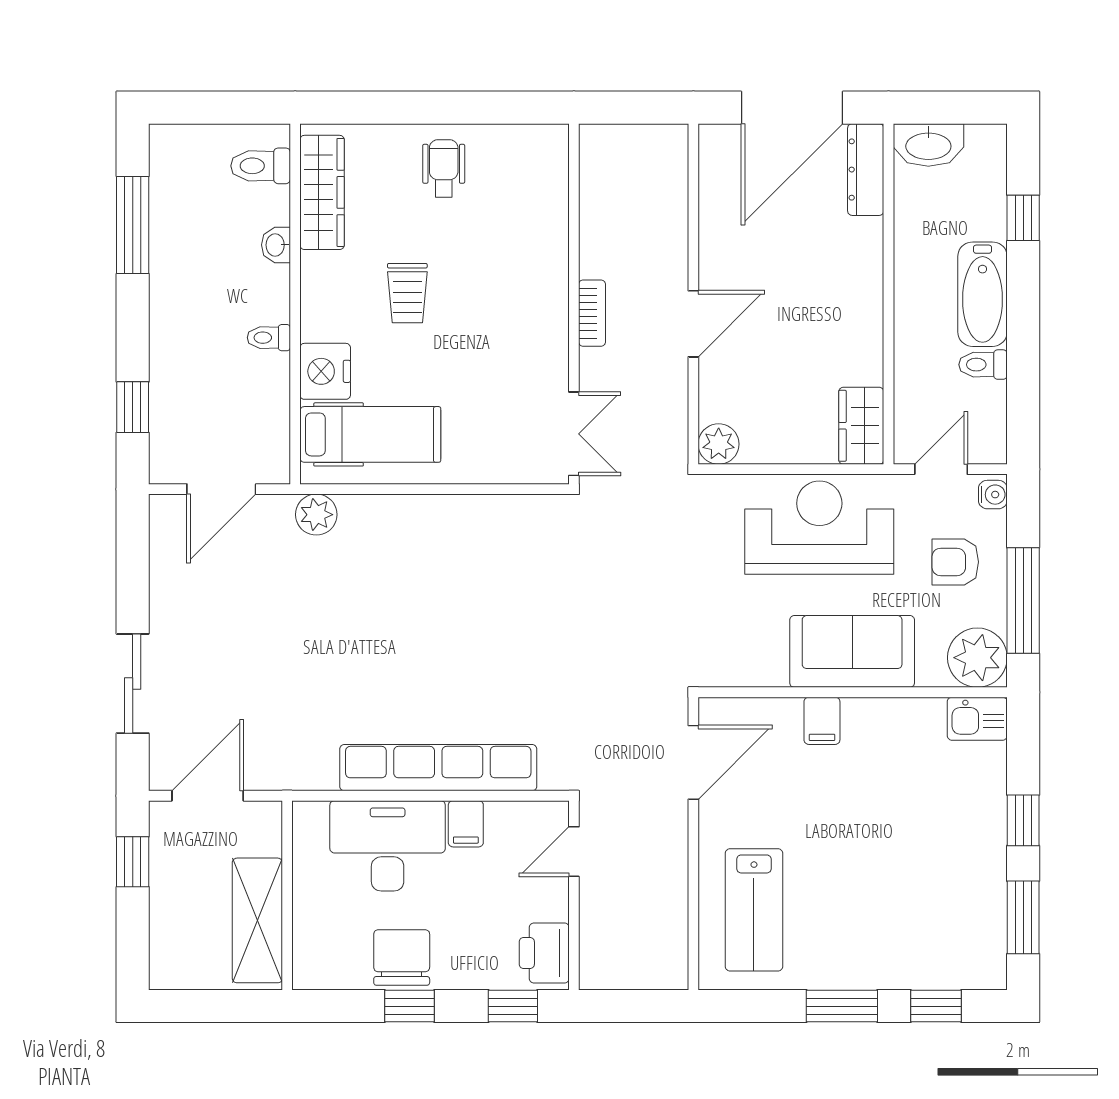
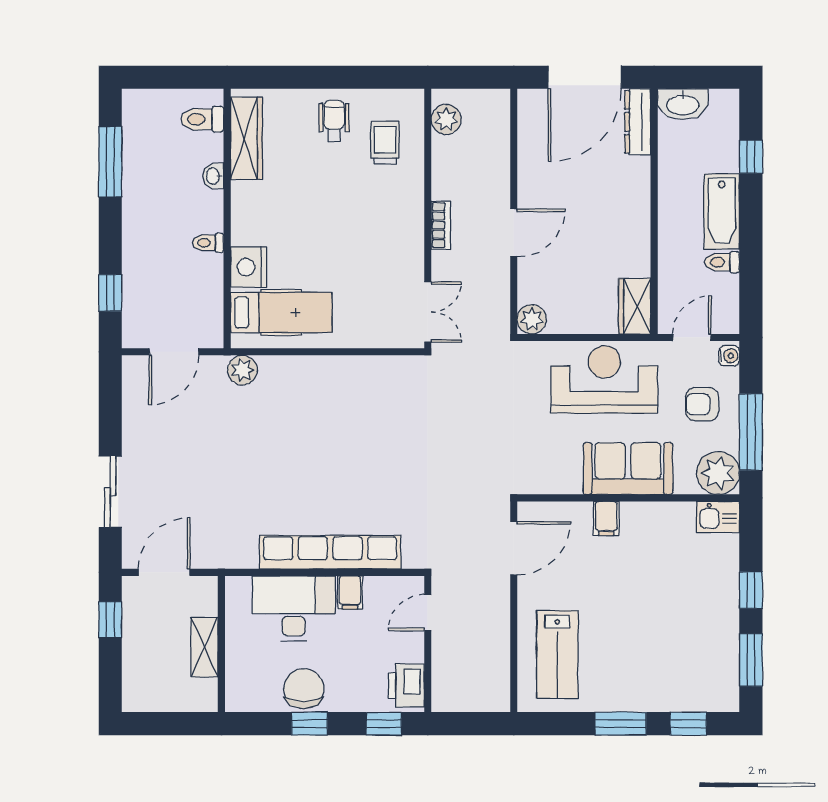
plant: (599, 166) -> (446, 119), added
trolley: (407, 293) -> (385, 143), moved, turned 180
shelving: (257, 920) -> (205, 647), width x0.67, depth x0.75

